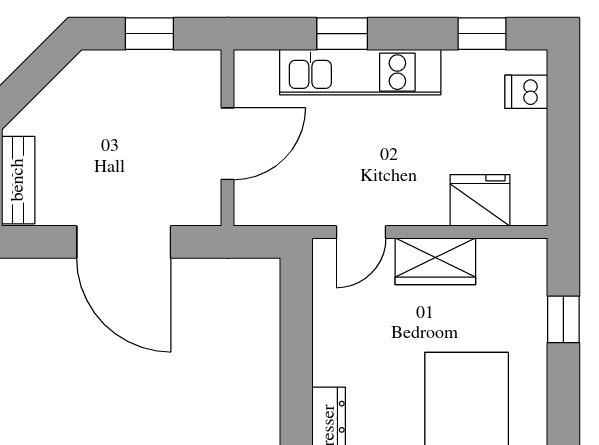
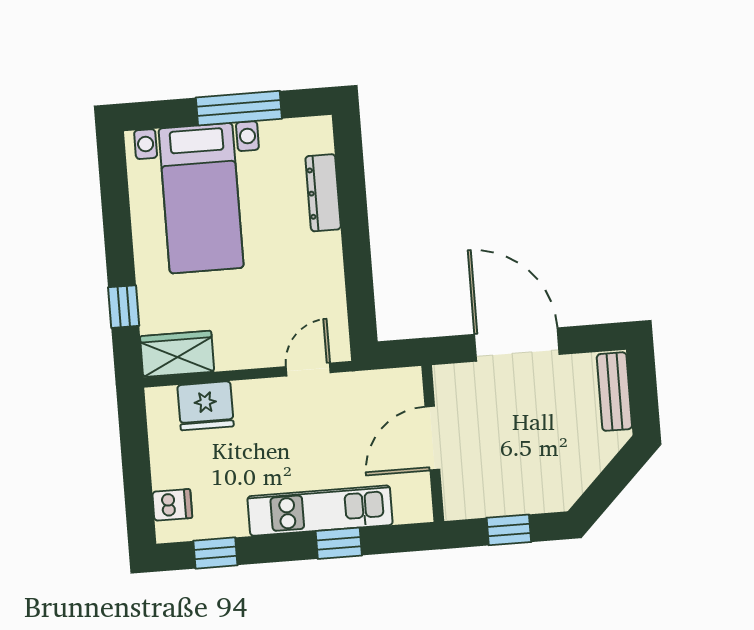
wardrobe: (435, 261) -> (177, 354), moved

